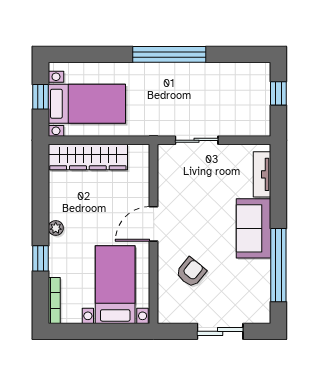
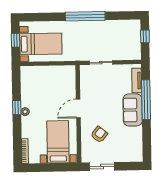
wardrobe: (88, 157) -> (42, 73), removed
window: (40, 258) -> (17, 107), moved
window: (278, 265) -> (146, 100), moved
sliding door: (220, 331) -> (102, 167), moved

